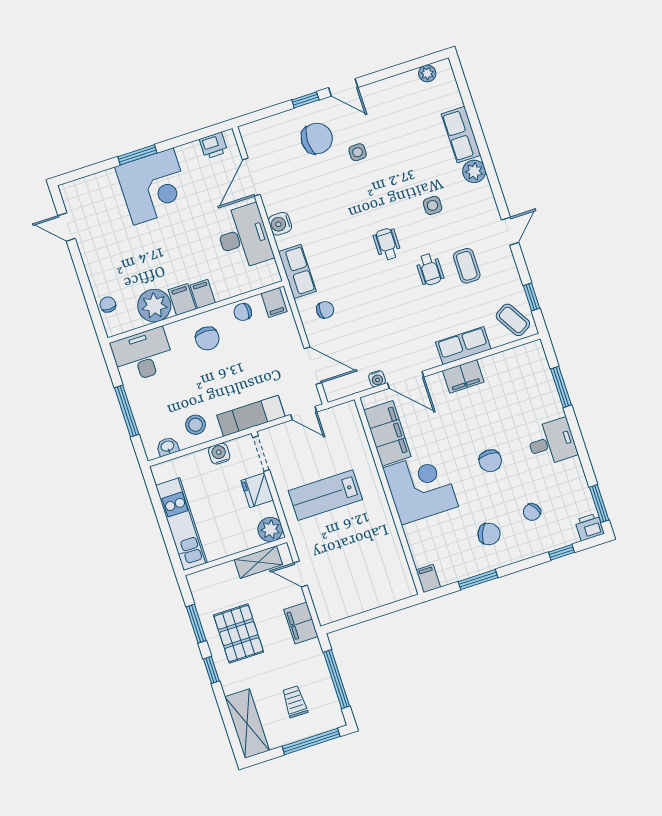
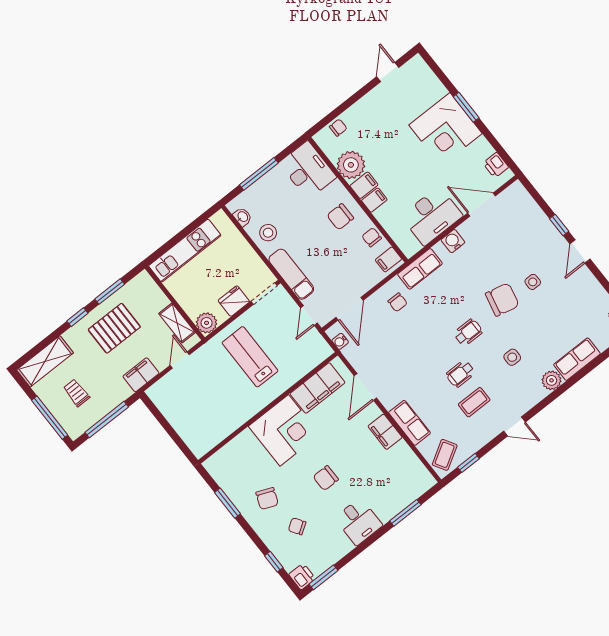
chair: (317, 139) -> (502, 300), moved, turned -77
water cooler: (377, 379) -> (340, 341), moved
water cooler: (219, 454) -> (252, 260), removed
filing cabinet: (428, 579) -> (214, 463), removed
trolley: (295, 702) -> (76, 393), turned -90

